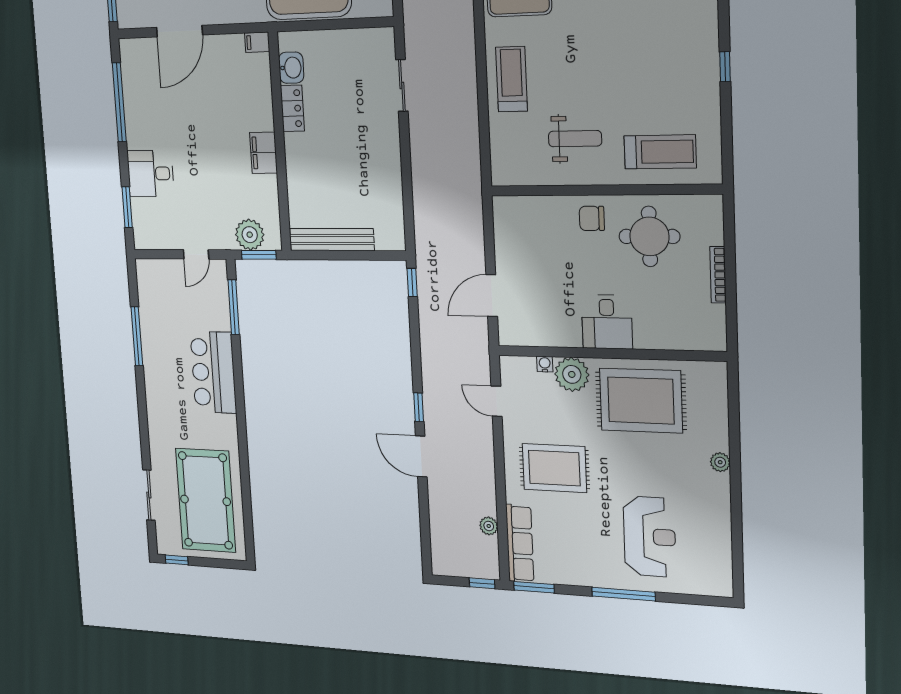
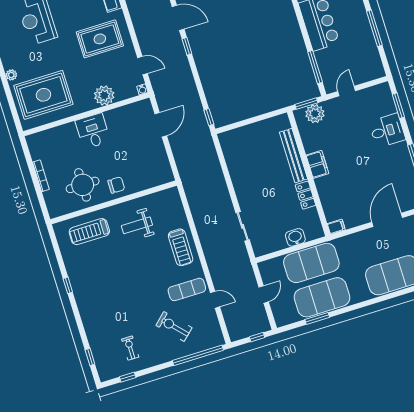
washbasin: (291, 68) -> (295, 237), moved, turned 90
bench: (332, 240) -> (294, 156), moved, turned 90
water cooler: (545, 364) -> (142, 89), moved
rug: (641, 401) -> (43, 95), moved

